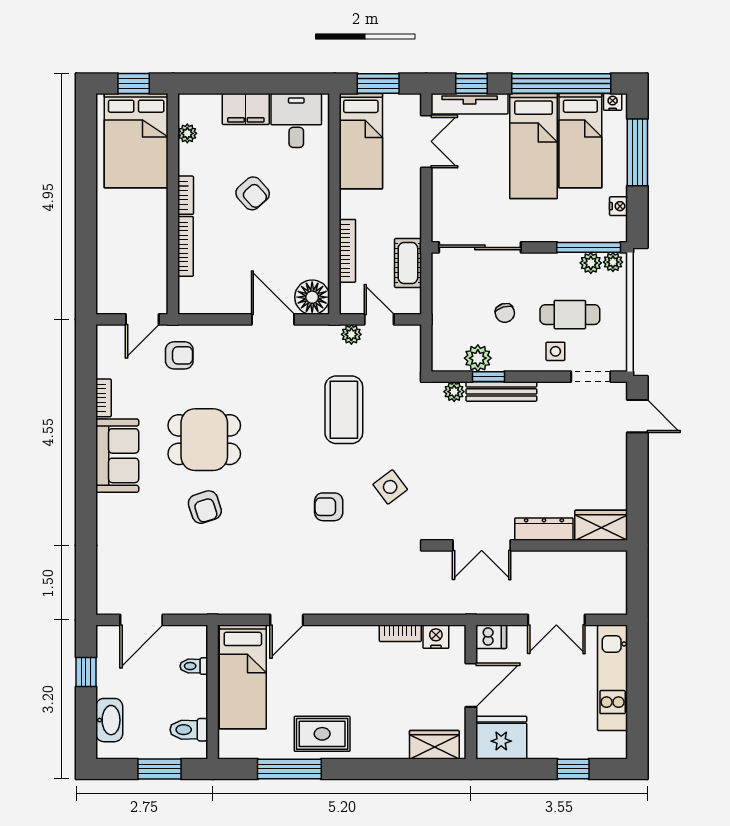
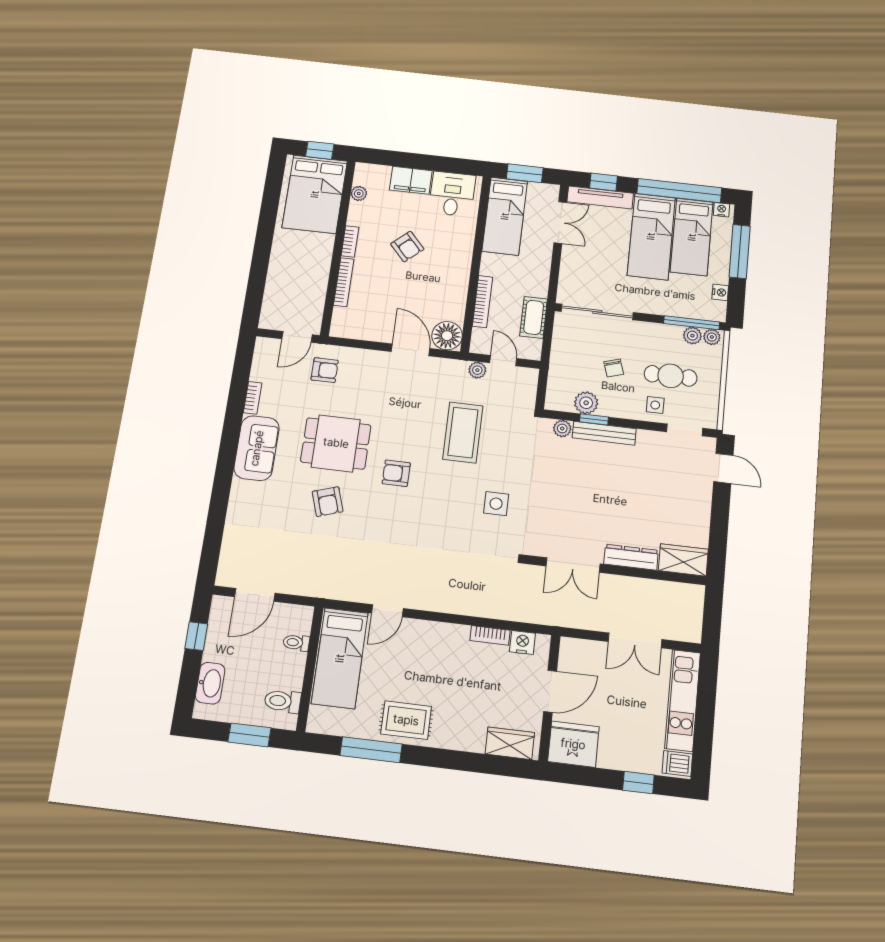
side table: (390, 487) -> (496, 504), turned 37
armchair: (329, 507) -> (396, 473), moved
dishwasher: (491, 637) -> (677, 763), moved, turned 180

